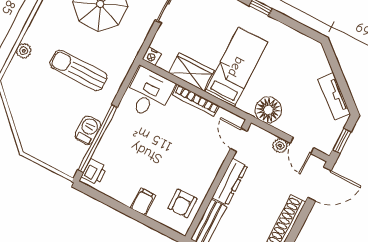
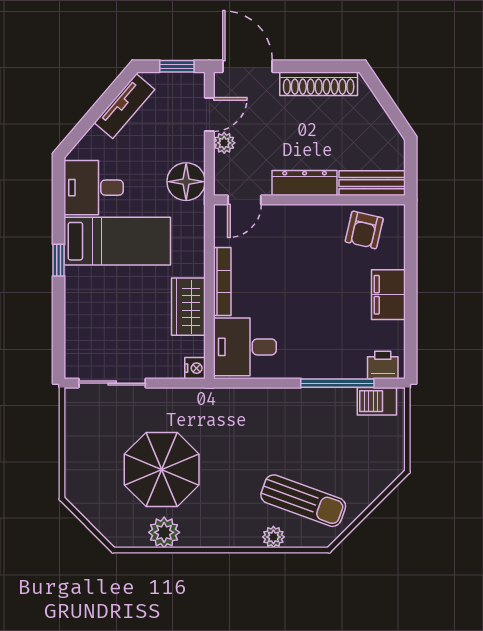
desk: (294, 52) -> (94, 188), added
bed: (236, 67) -> (117, 241), moved, turned 180
sun lounger: (79, 70) -> (303, 501), moved, turned -70
barbecue: (88, 130) -> (377, 401), moved
window: (97, 139) -> (337, 383), width x0.68
filing cabinet: (143, 202) -> (388, 295), width x2.00
armchair: (182, 203) -> (364, 230), turned 103

